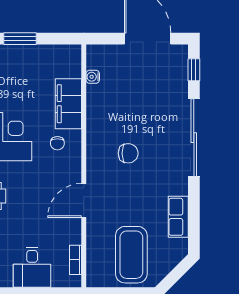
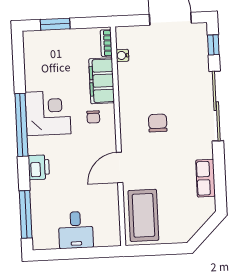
chair: (128, 153) -> (158, 123), turned -90
coffee table: (131, 255) -> (143, 215), moved
bookcase: (76, 260) -> (106, 43), moved

